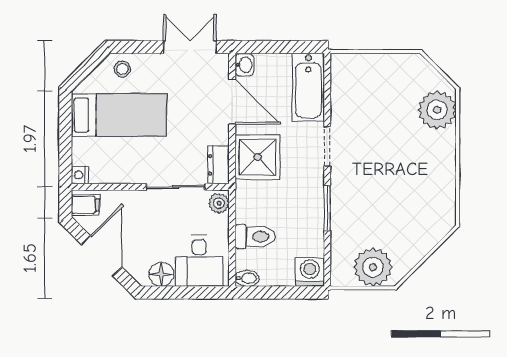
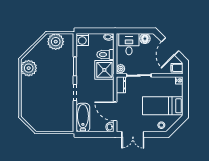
plant: (437, 110) -> (29, 68), moved
shower: (257, 157) -> (104, 70), moved

